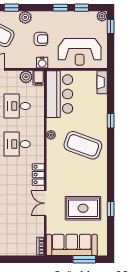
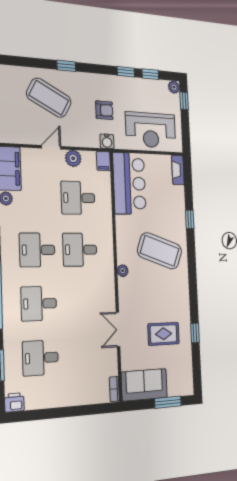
plant: (25, 17) -> (84, 80), removed
plant: (26, 77) -> (73, 158), moved
plant: (51, 135) -> (123, 271), moved
locker: (38, 175) -> (108, 291), removed
rug: (83, 208) -> (163, 334), width x0.73, depth x0.70
sofa: (72, 245) -> (144, 385), width x0.73

